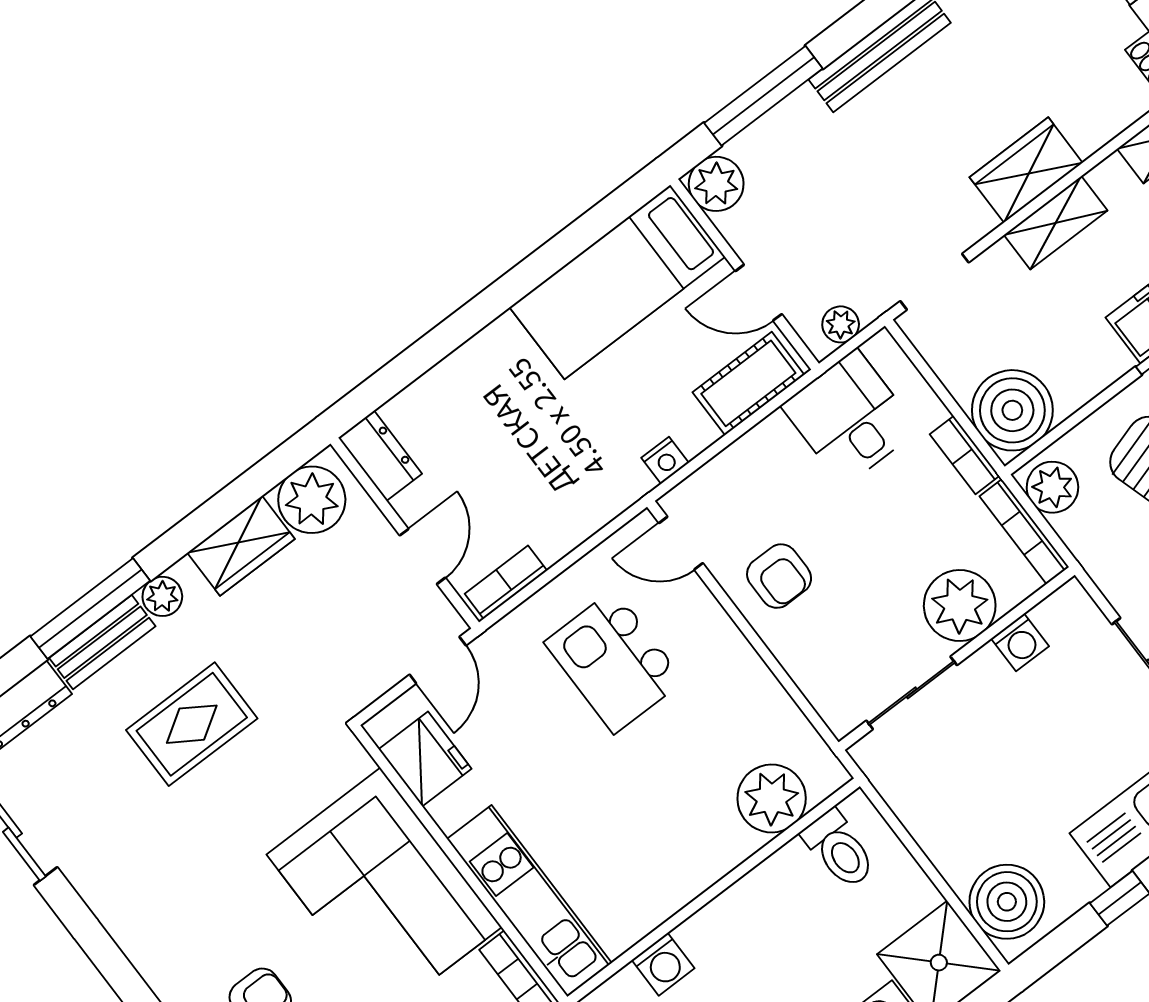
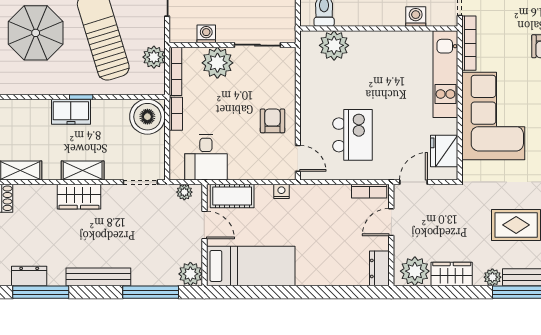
plant: (1052, 487) -> (154, 57), moved

